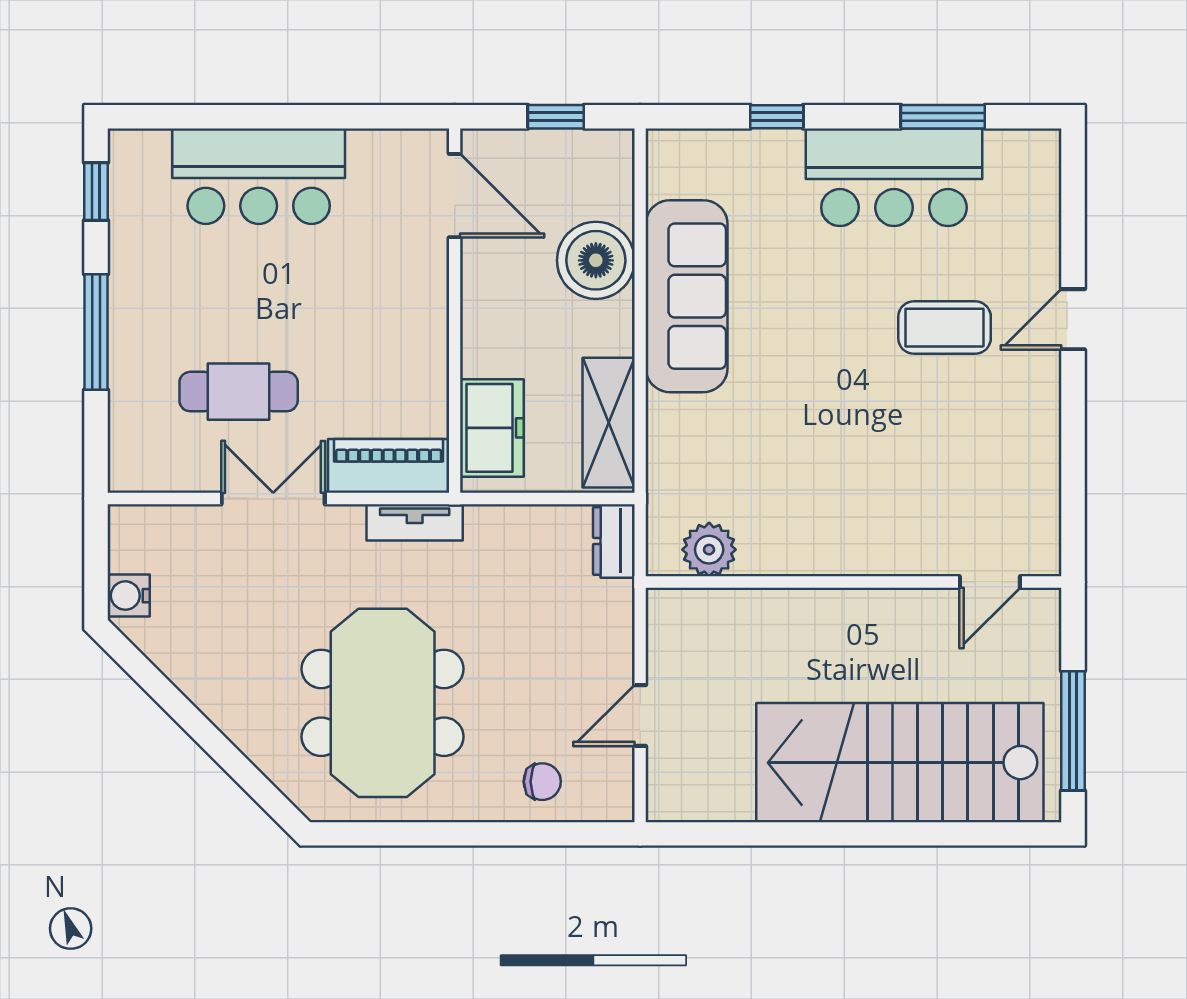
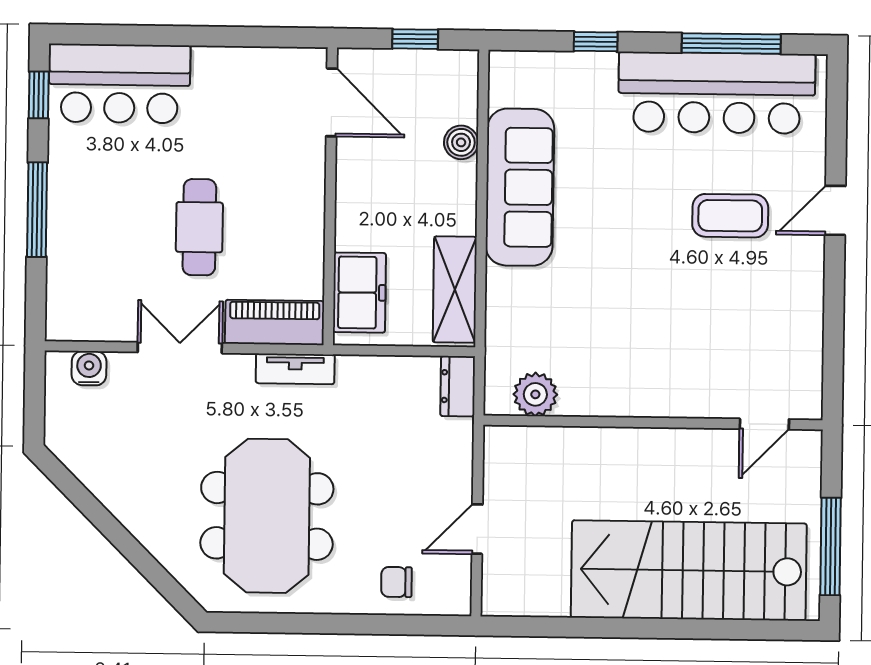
window: (943, 117) -> (731, 43), width x1.44
bar counter: (259, 176) -> (119, 84), moved
bar counter: (894, 177) -> (717, 93), width x1.36
boiler: (596, 260) -> (461, 142), width x0.54, depth x0.54
cafe table: (239, 392) -> (199, 227), moved, turned 90
water cooler: (129, 596) -> (89, 368), moved, turned 90
chair: (542, 782) -> (396, 582), turned 180

